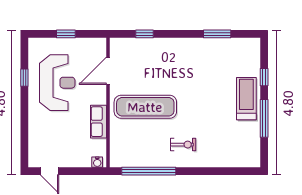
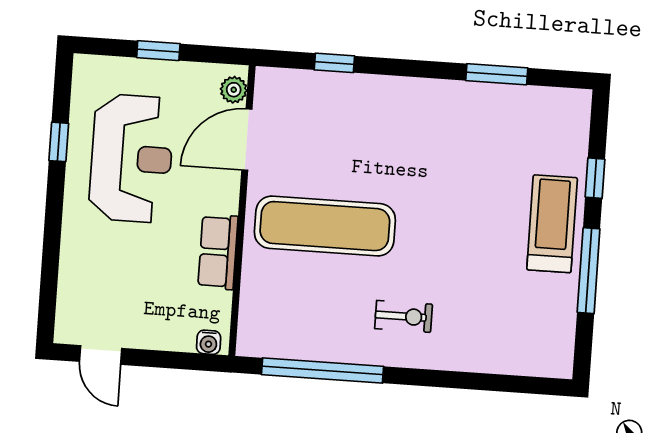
plant: (101, 49) -> (234, 90), added

